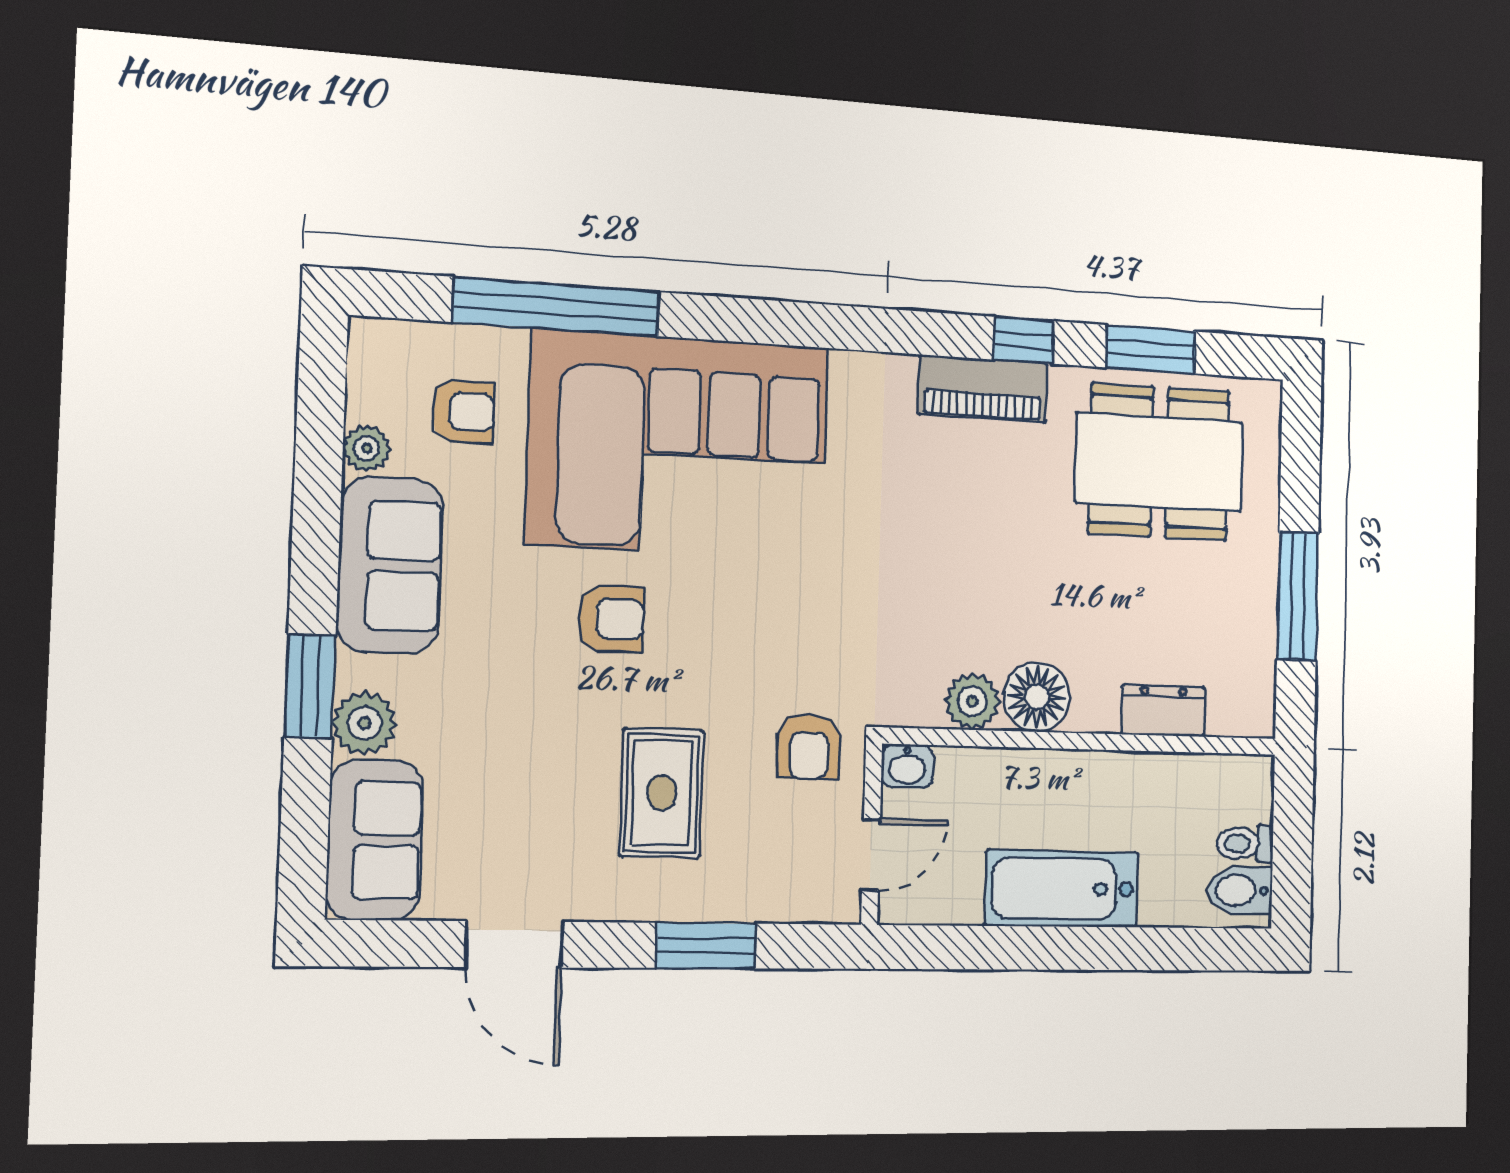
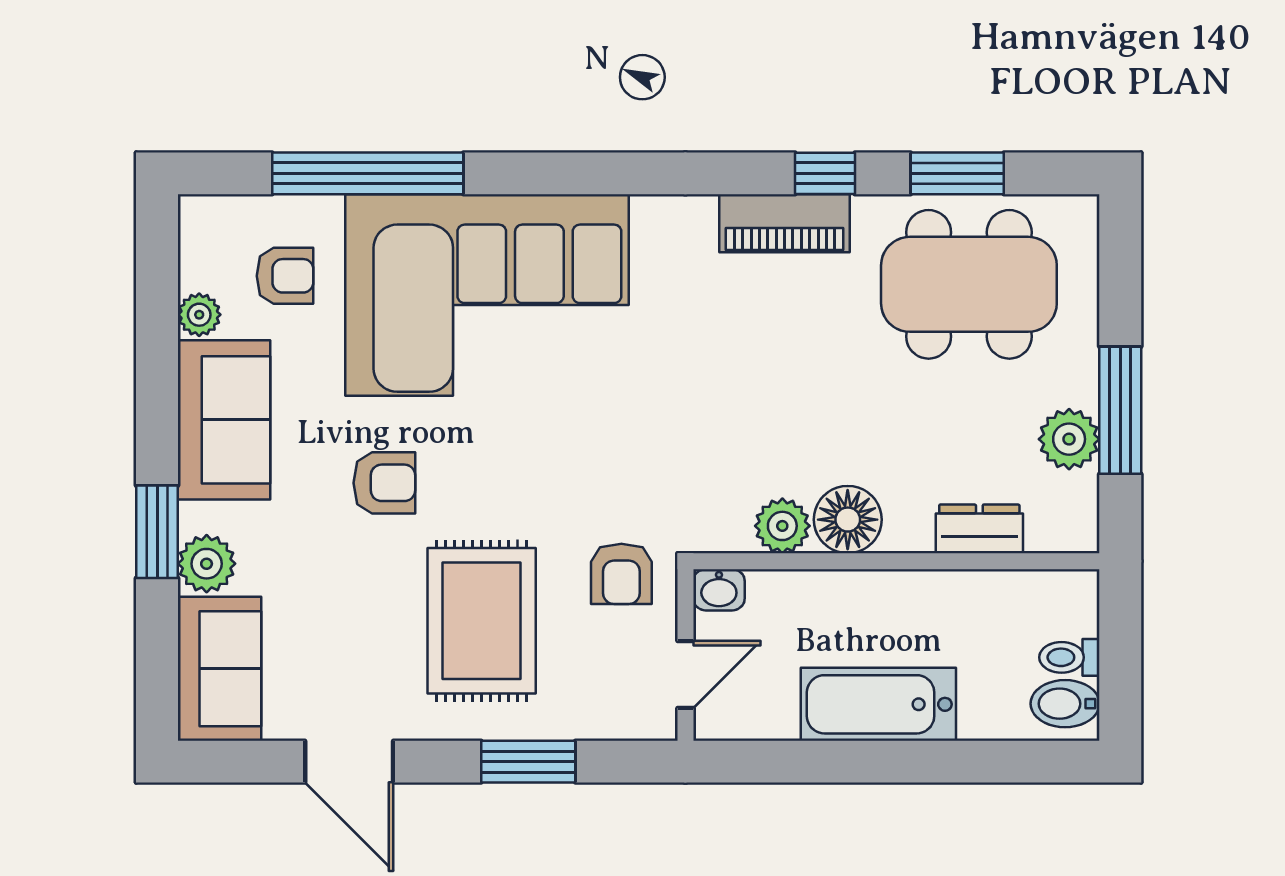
armchair: (611, 619) -> (384, 483), moved
plant: (1250, 623) -> (1069, 439), added
rug: (662, 793) -> (482, 621), width x1.36, depth x1.43

